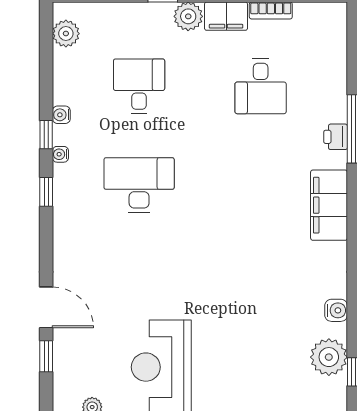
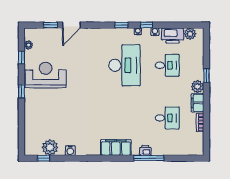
printer: (70, 74) -> (173, 36), added
desk: (261, 86) -> (167, 118), turned 180
desk: (139, 185) -> (124, 65), width x1.36, depth x1.30

